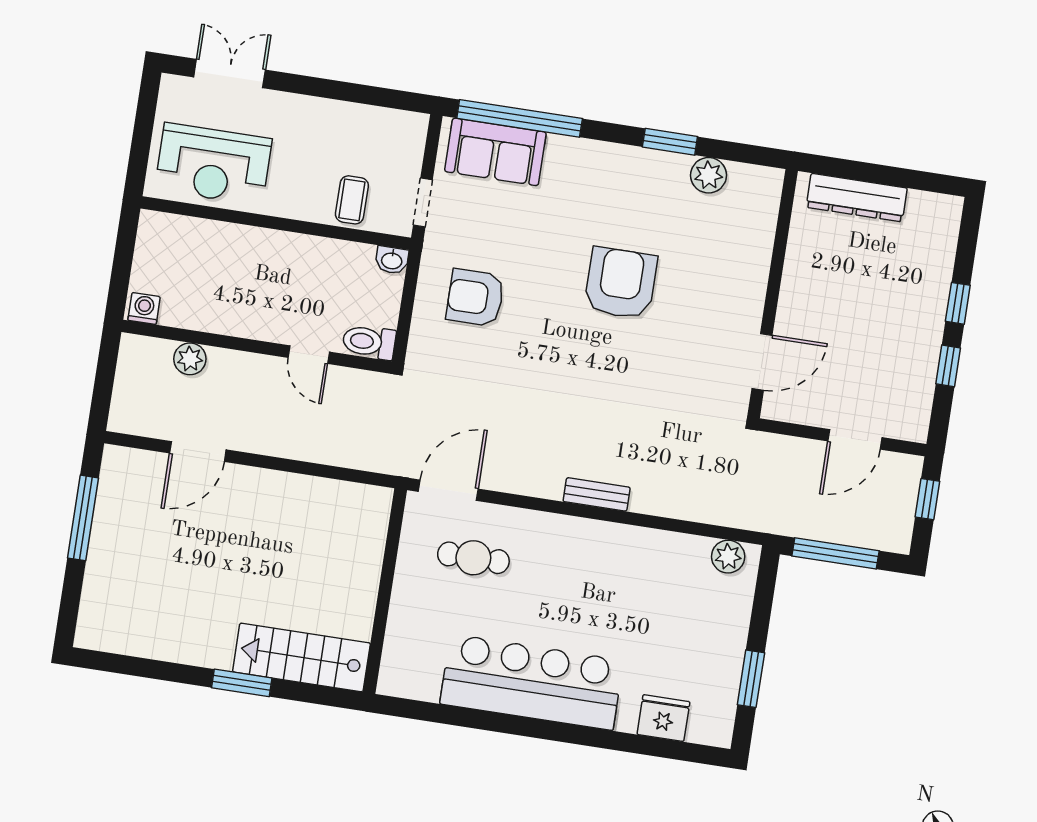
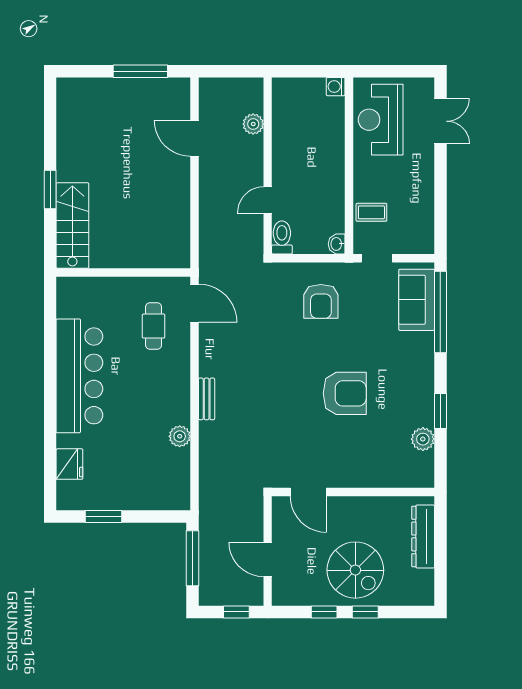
armchair: (475, 298) -> (321, 301), turned 180
washing machine: (144, 308) -> (336, 87), moved, turned 180
spiral stairs: (892, 309) -> (355, 570), added
plant: (728, 557) -> (180, 436), moved

